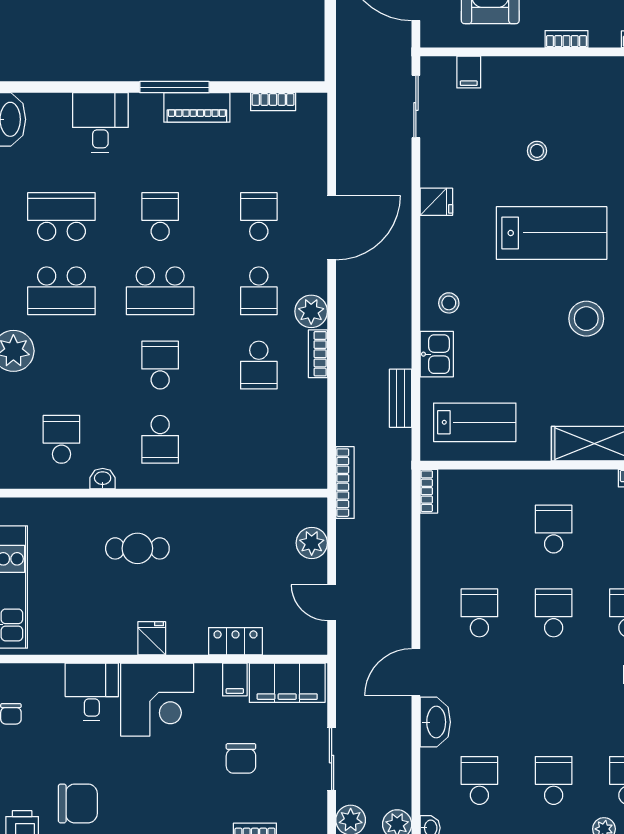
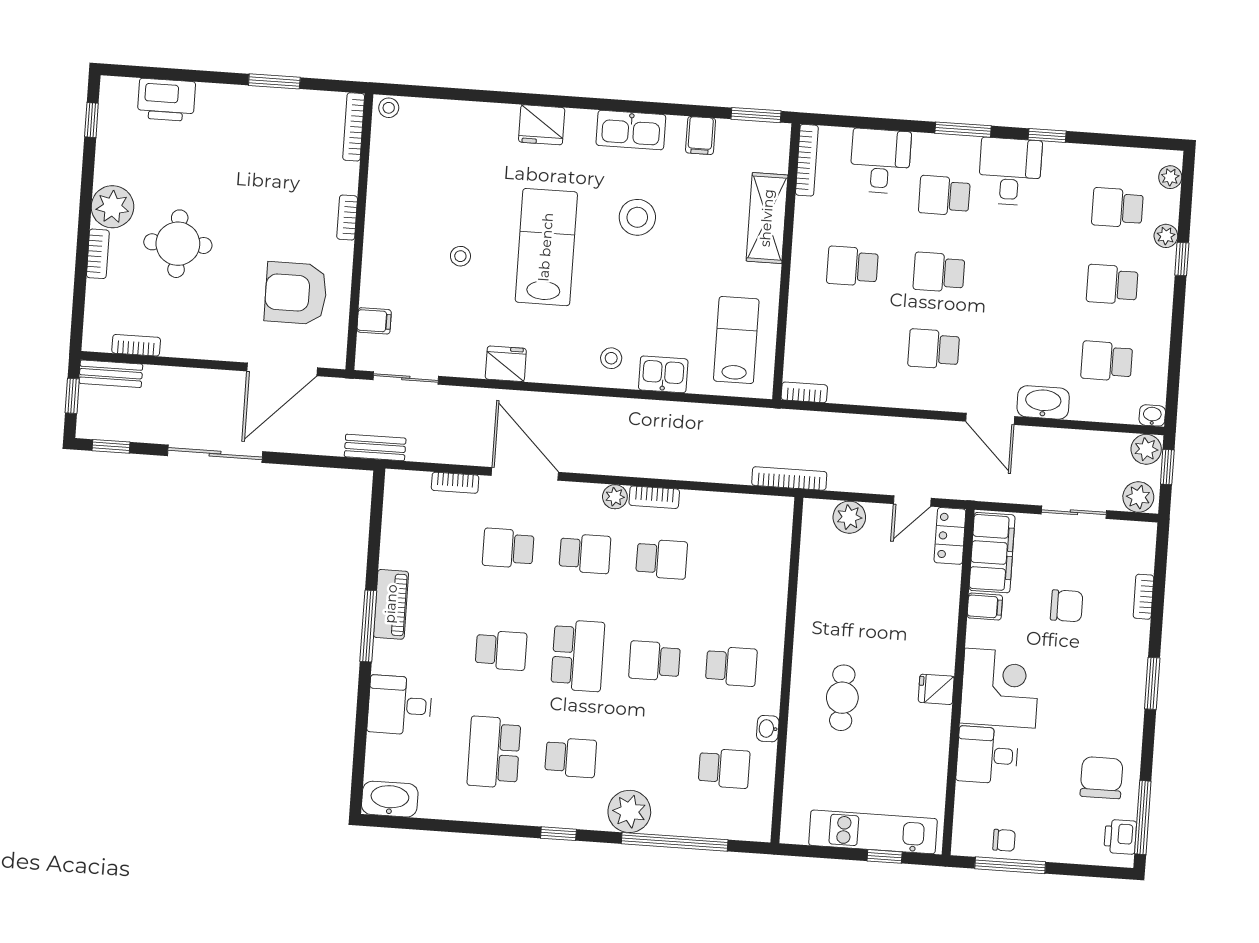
bookcase: (273, 102) -> (455, 483), moved, turned 90
fridge: (436, 202) -> (506, 364), width x1.38
school desk: (160, 217) -> (501, 650), turned 180
school desk: (61, 291) -> (571, 758), width x0.54
plant: (311, 311) -> (615, 497), width x0.73, depth x0.73
bench: (401, 398) -> (375, 447), moved
school desk: (61, 439) -> (724, 768), turned 180
locker: (235, 641) -> (950, 536), moved

